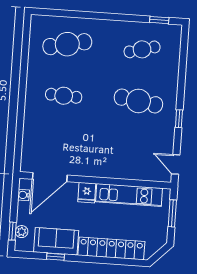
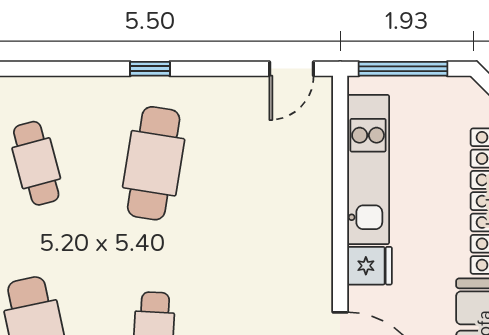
window: (179, 119) -> (150, 69), moved
window: (172, 213) -> (403, 69), width x1.44

